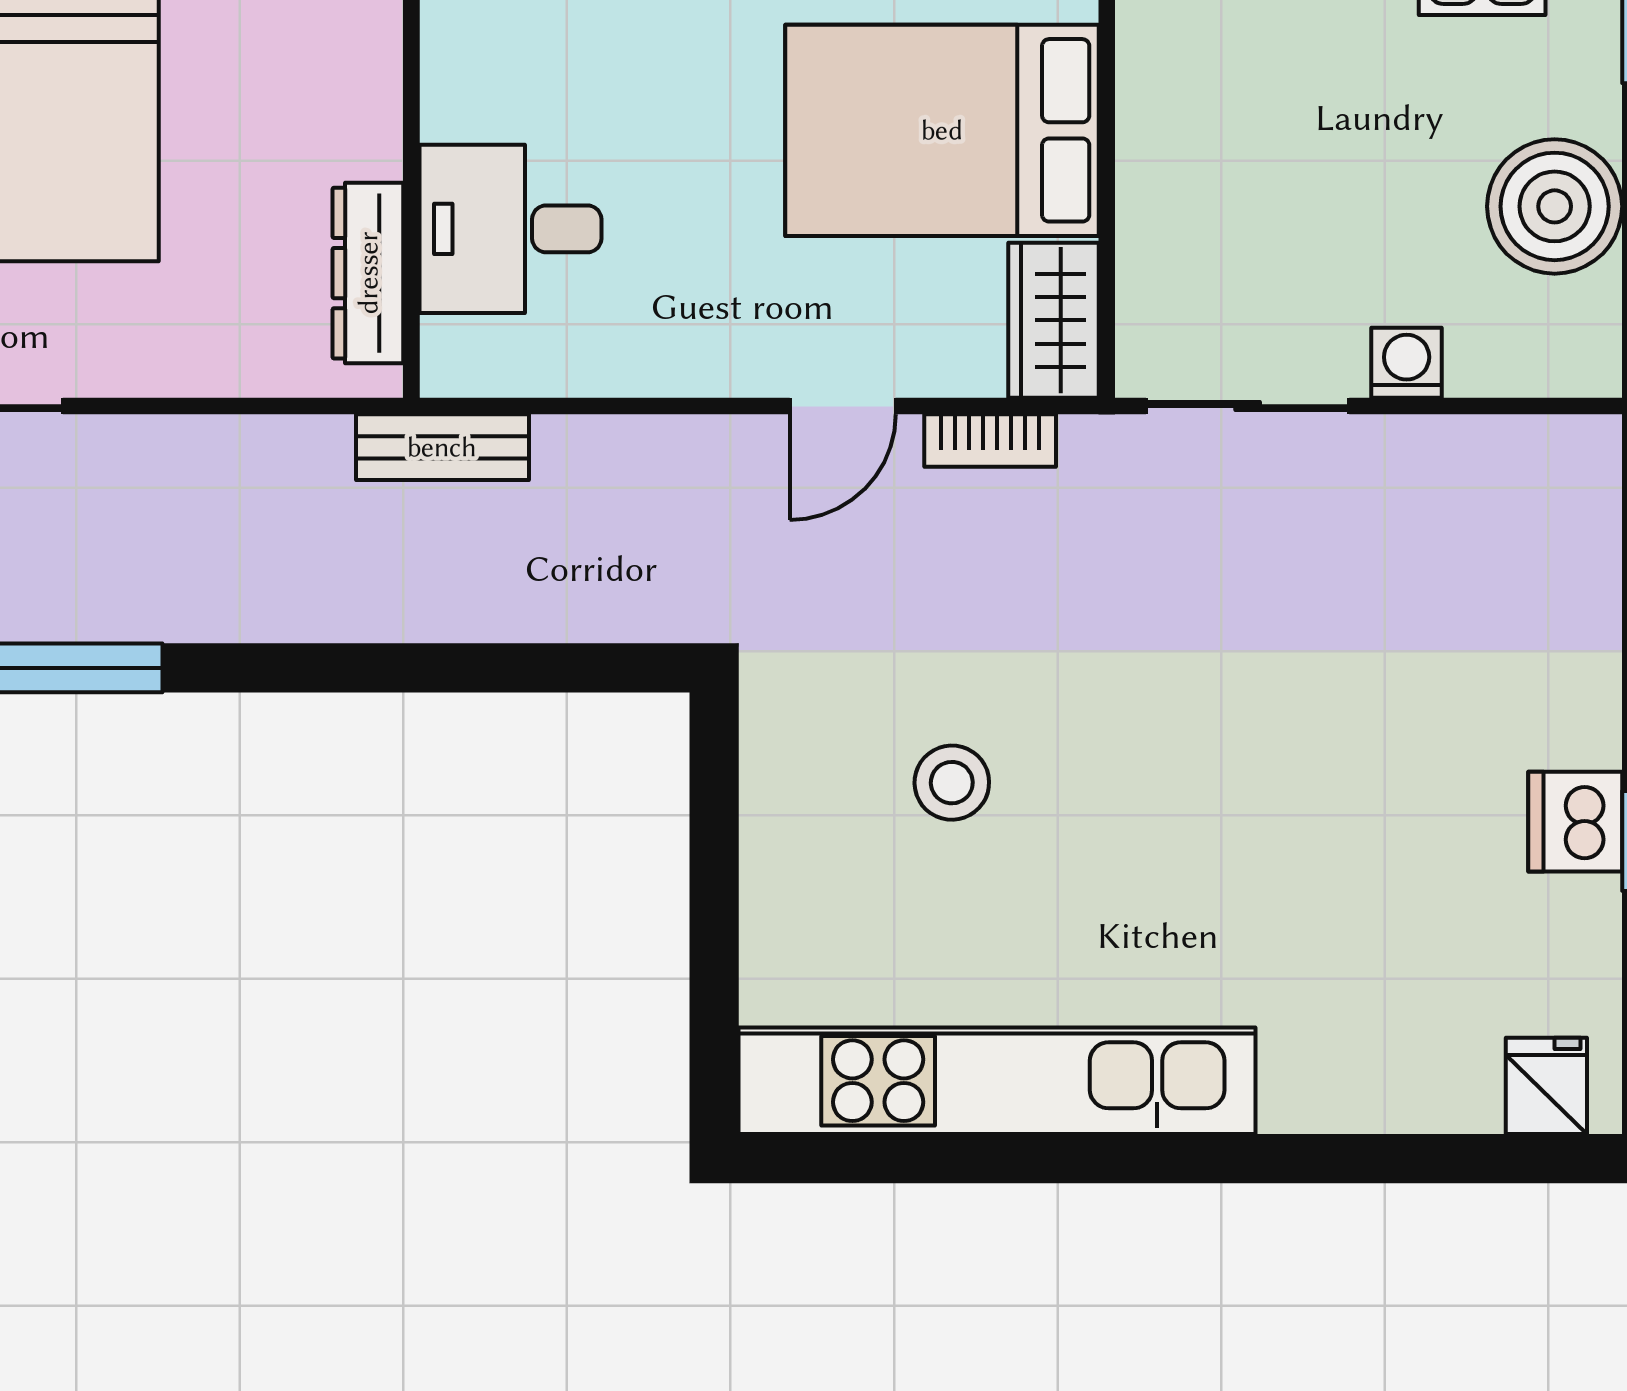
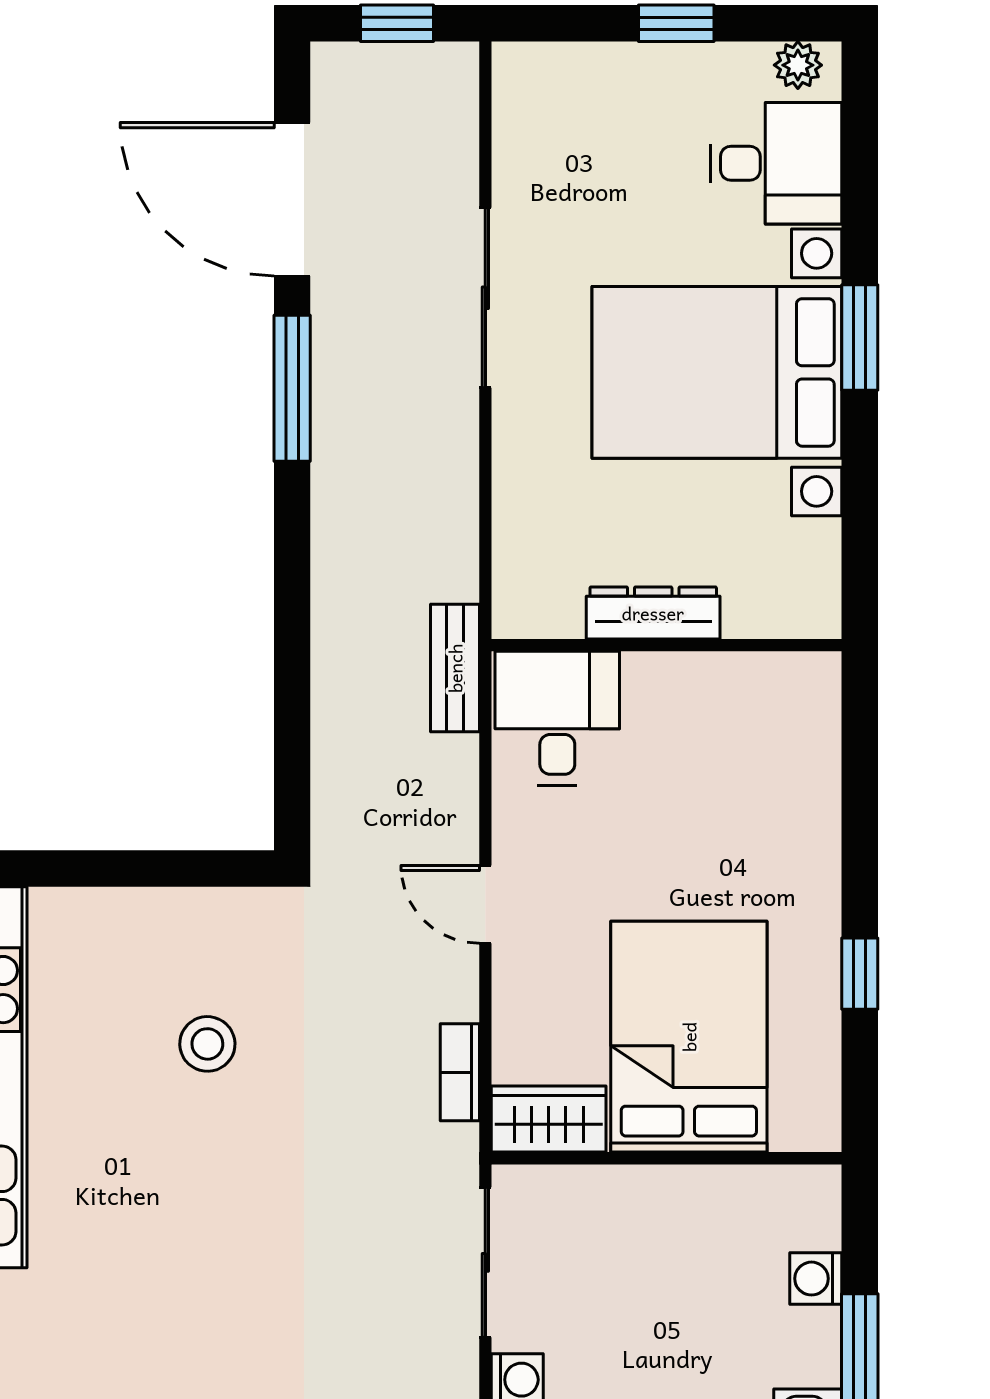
desk: (510, 229) -> (557, 718), moved
dresser: (368, 273) -> (653, 613), moved
door: (843, 406) -> (485, 904), moved

